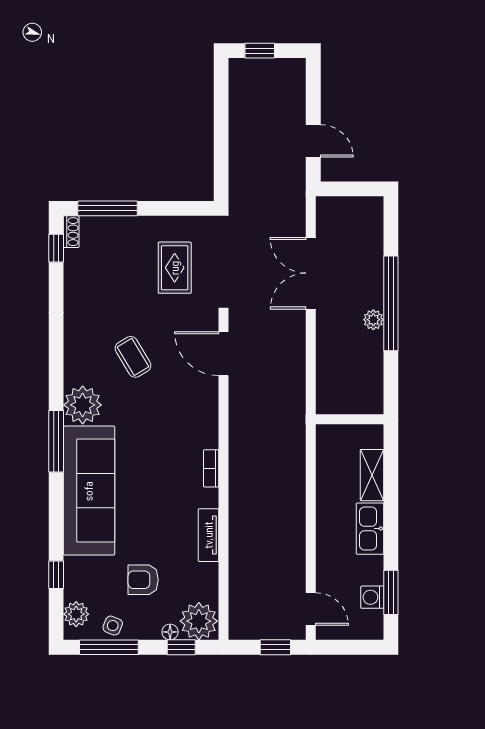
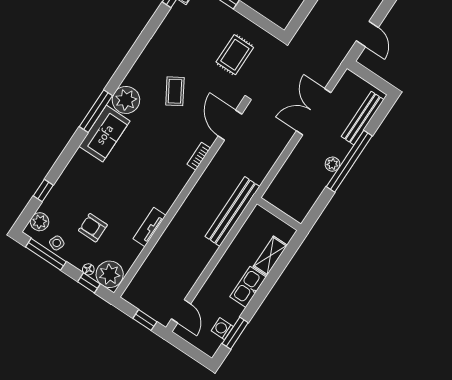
bench: (373, 243) -> (363, 118), added
bench: (293, 453) -> (232, 212), added
bookcase: (211, 468) -> (199, 156), moved
sofa: (89, 491) -> (104, 134), width x0.54, depth x0.79

